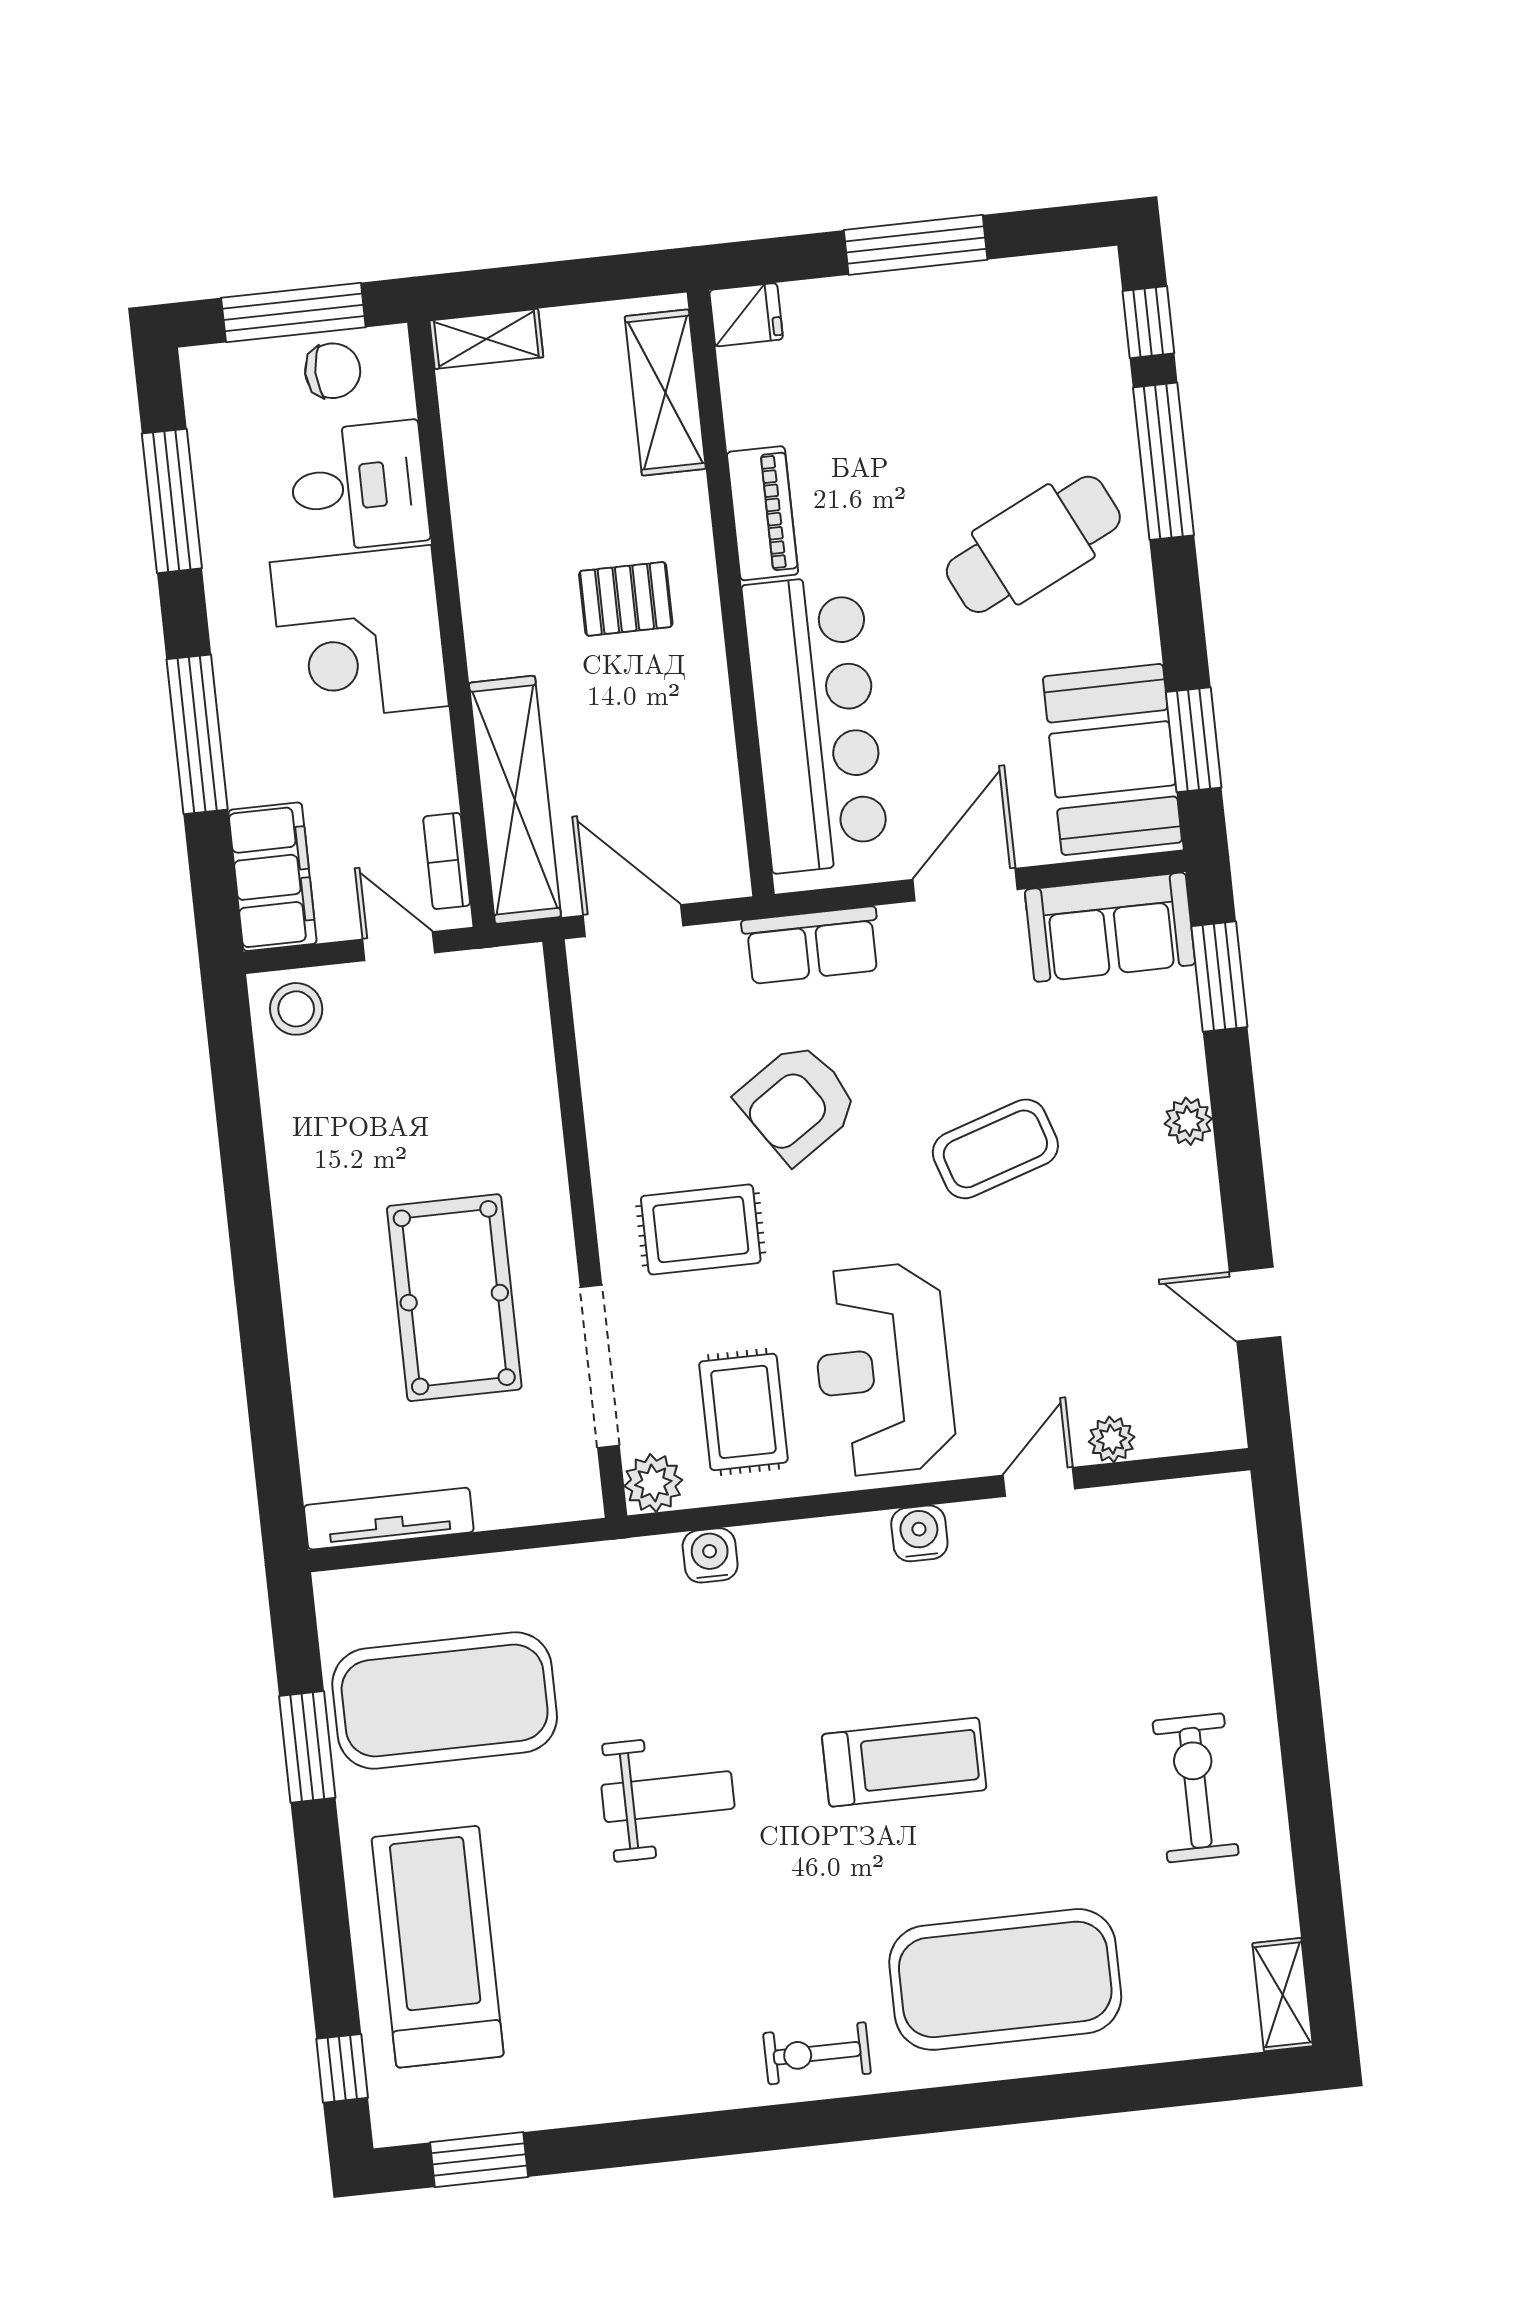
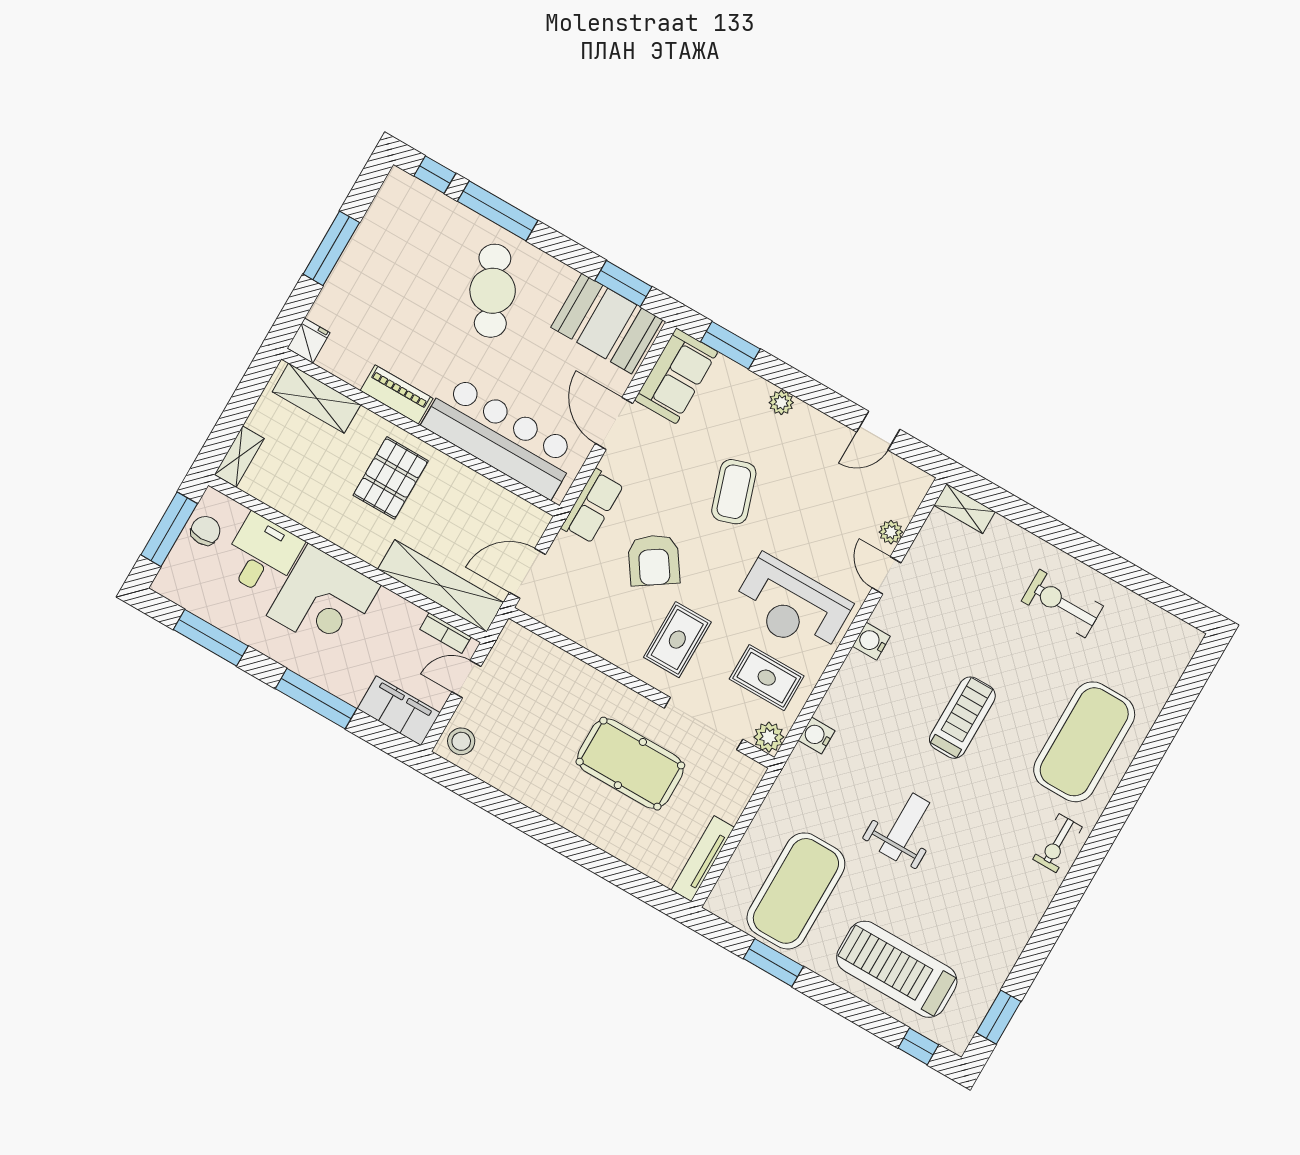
pallet: (626, 599) -> (391, 478), width x1.50, depth x1.42
shelving: (1283, 1995) -> (964, 509), moved

